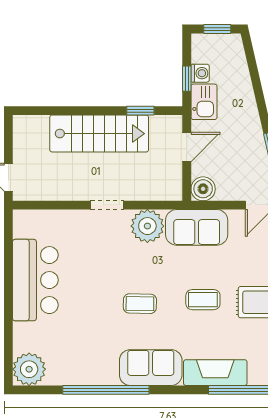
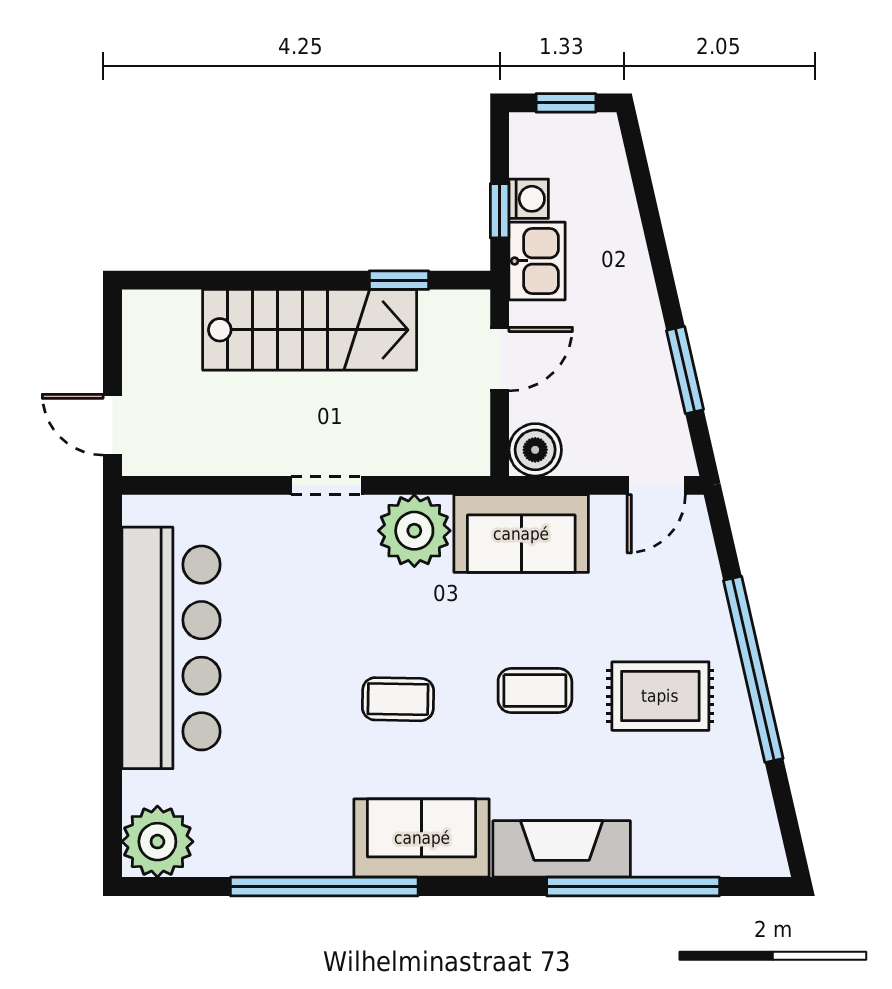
bar counter: (35, 280) -> (171, 648), width x1.36

